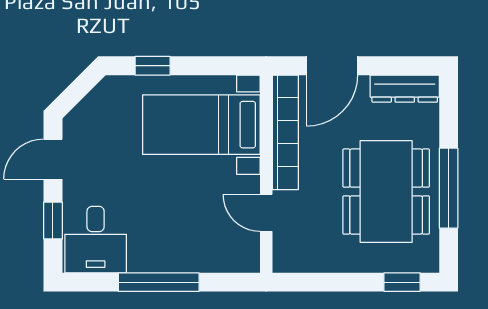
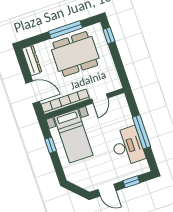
window: (153, 66) -> (51, 145), moved
desk: (96, 240) -> (128, 146), moved, width x1.37

